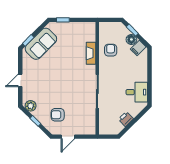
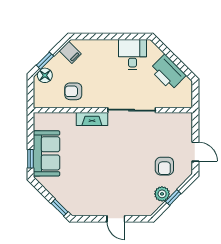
floor lamp: (131, 39) -> (45, 75), moved
sofa: (41, 44) -> (47, 153), moved, turned 45
fireplace: (91, 53) -> (92, 119), moved
plant: (31, 106) -> (162, 194), moved
printer: (126, 119) -> (168, 72), width x1.87, depth x1.48

